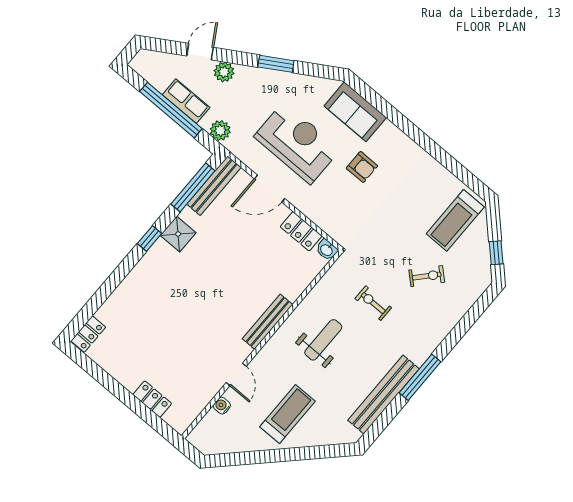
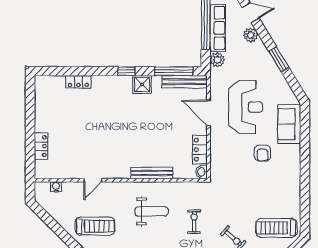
row of seats: (186, 101) -> (218, 28), width x1.48
bench: (268, 322) -> (152, 173), moved
locker: (88, 334) -> (78, 82), moved
water cooler: (222, 406) -> (56, 187), moved

